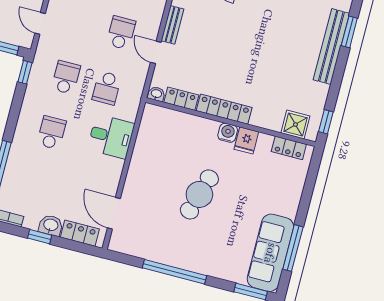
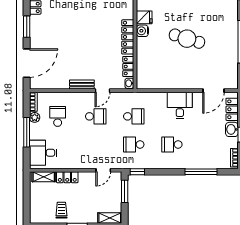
school desk: (121, 33) -> (96, 116), turned 180
desk: (111, 137) -> (180, 105), moved

